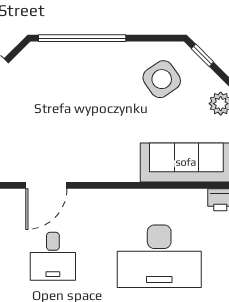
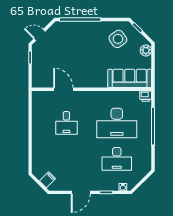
door: (46, 185) -> (63, 89), swing flipped

